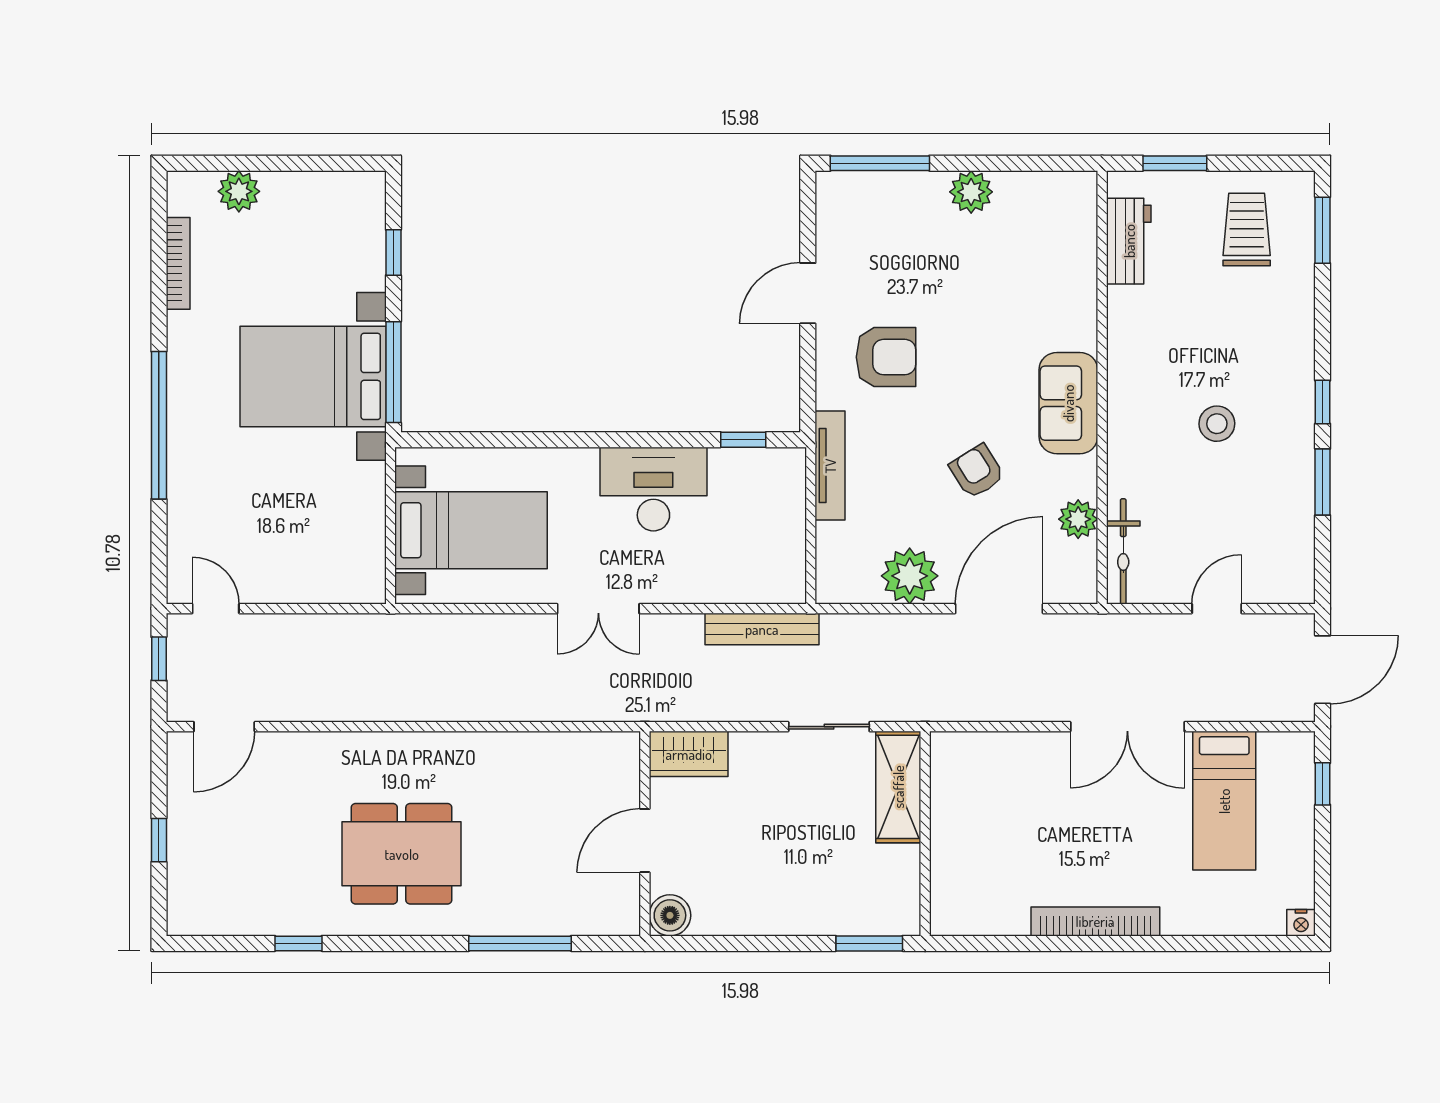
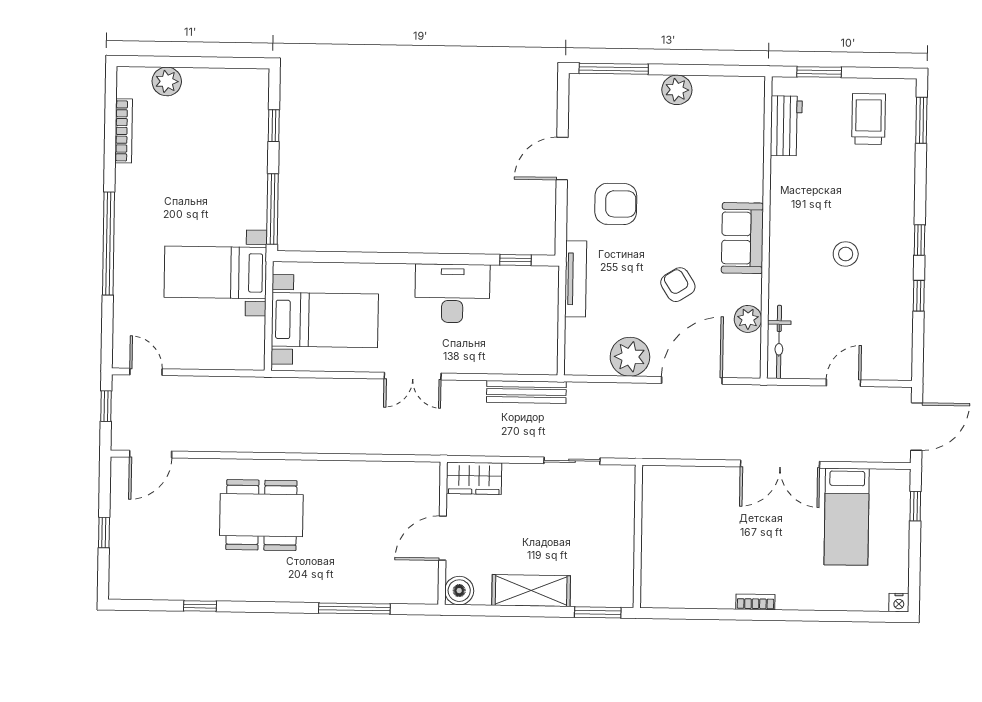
bed with nightstands: (313, 376) -> (215, 272), moved, width x0.73
window: (1323, 482) -> (919, 296), width x0.67
shelving: (898, 787) -> (531, 591), moved, turned 90
dining table: (402, 854) -> (261, 515), moved
bookcase: (1095, 921) -> (755, 602), width x0.43, depth x0.76

